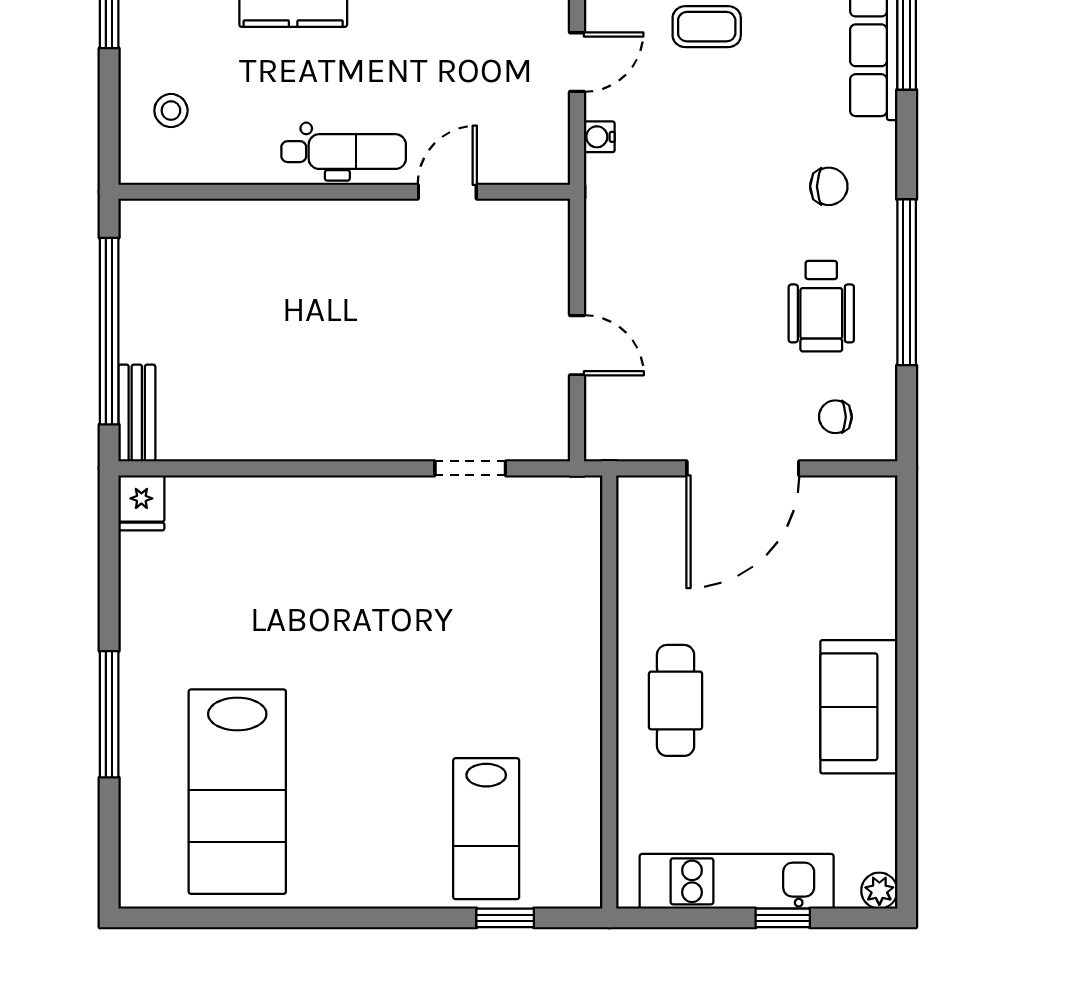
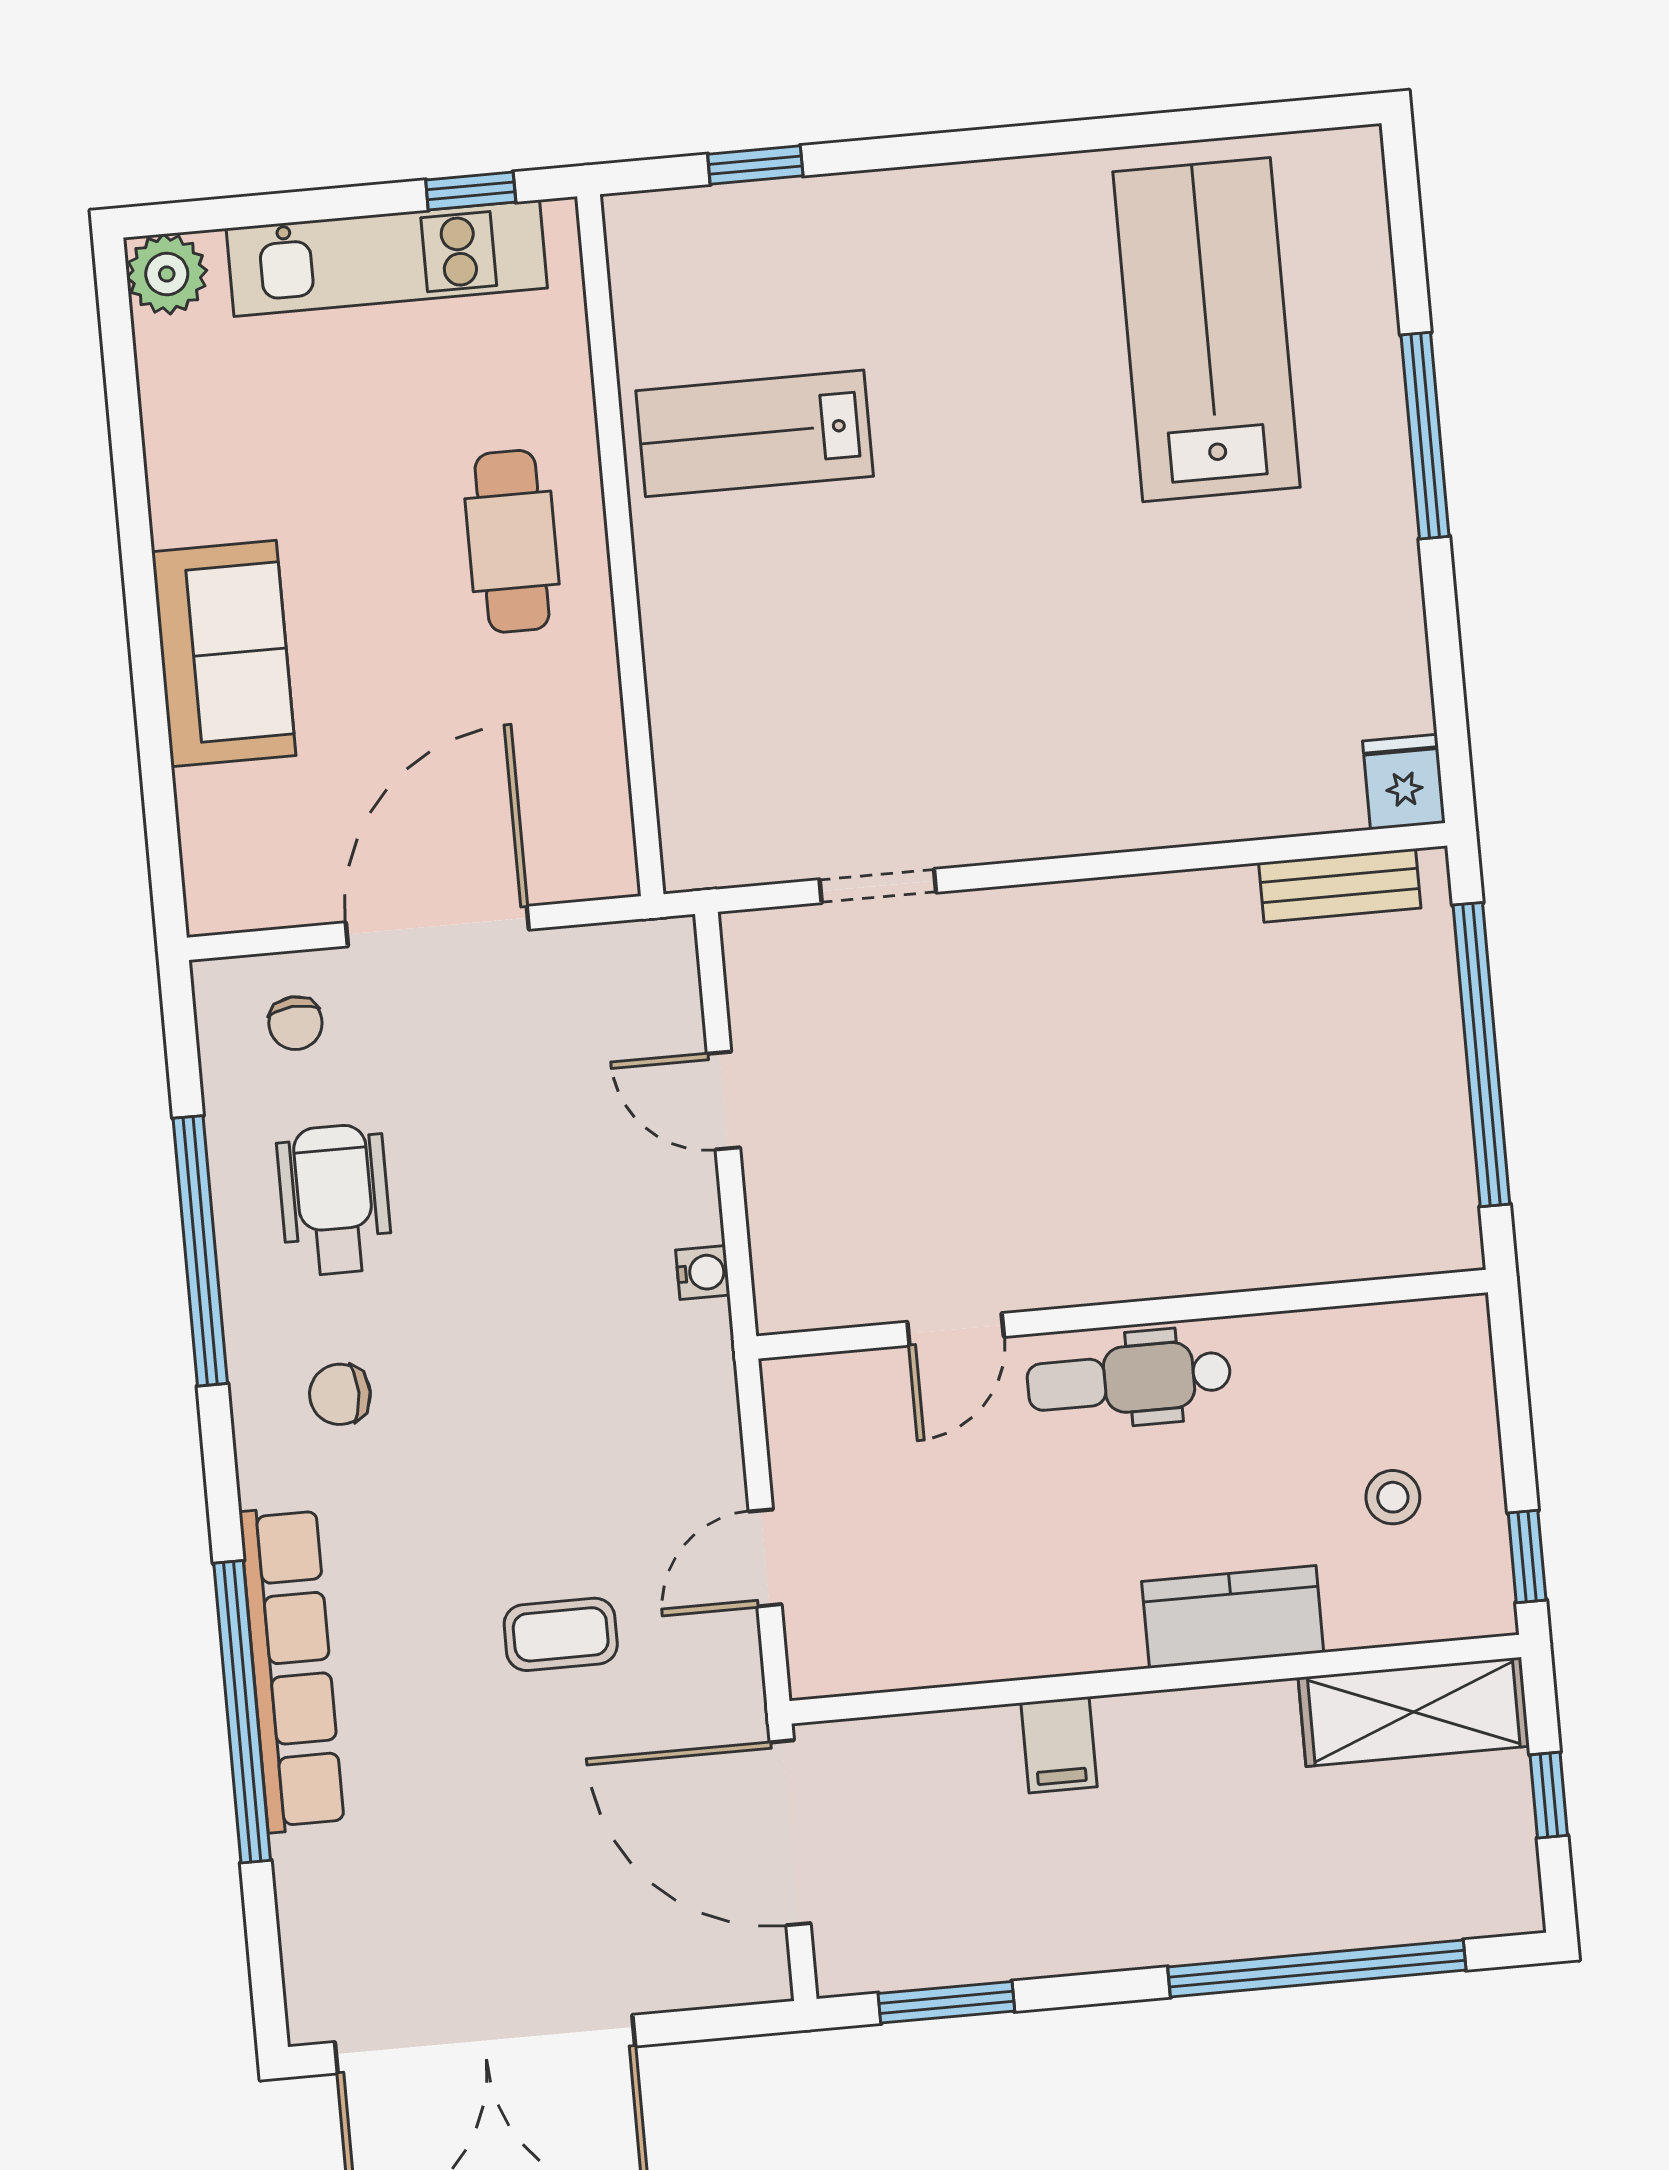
stool: (171, 111) -> (1393, 1497), moved
water cooler: (599, 137) -> (703, 1273), moved
bench: (137, 413) -> (1340, 885), moved, turned 90
chair: (835, 417) -> (295, 1023), turned 86
sofa: (859, 707) -> (224, 654), moved
lab bench: (486, 829) -> (755, 433), moved, turned -90
plant: (879, 891) -> (167, 274), width x1.38, depth x1.38
window: (783, 918) -> (471, 191), moved

